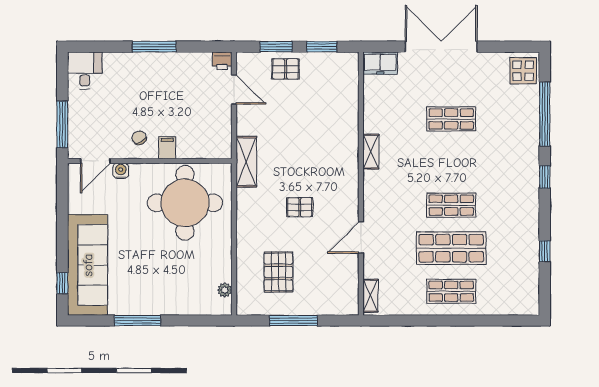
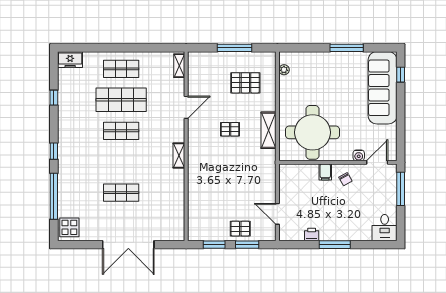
printer: (222, 61) -> (312, 235), moved
freezer: (380, 63) -> (70, 60), moved, turned 180
shelving: (371, 152) -> (179, 155), moved
shelving: (246, 162) -> (268, 130), moved
pallet: (278, 272) -> (245, 83), turned 90

